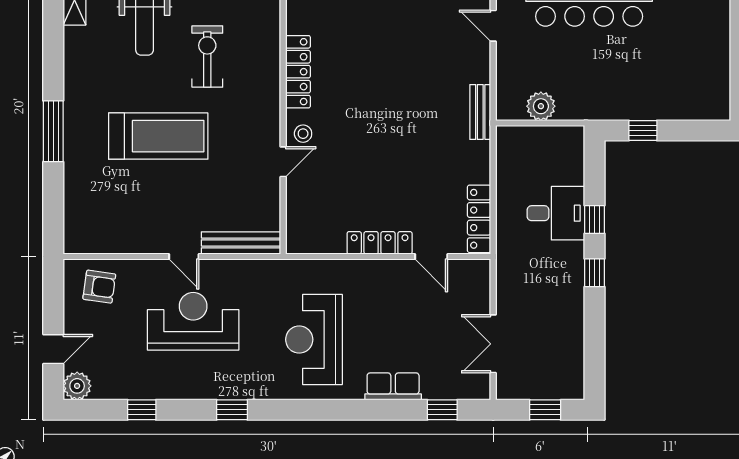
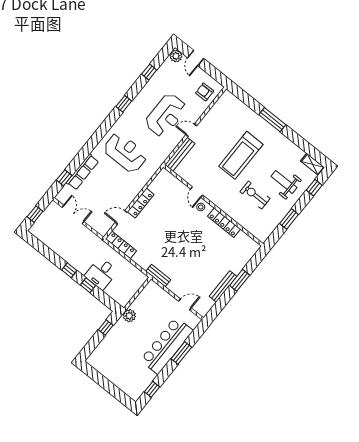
exercise bike: (207, 56) -> (255, 195), turned 180
plant: (541, 106) -> (129, 316), moved
armchair: (99, 287) -> (205, 92), turned 81
row of seats: (393, 386) -> (82, 172), width x1.48

